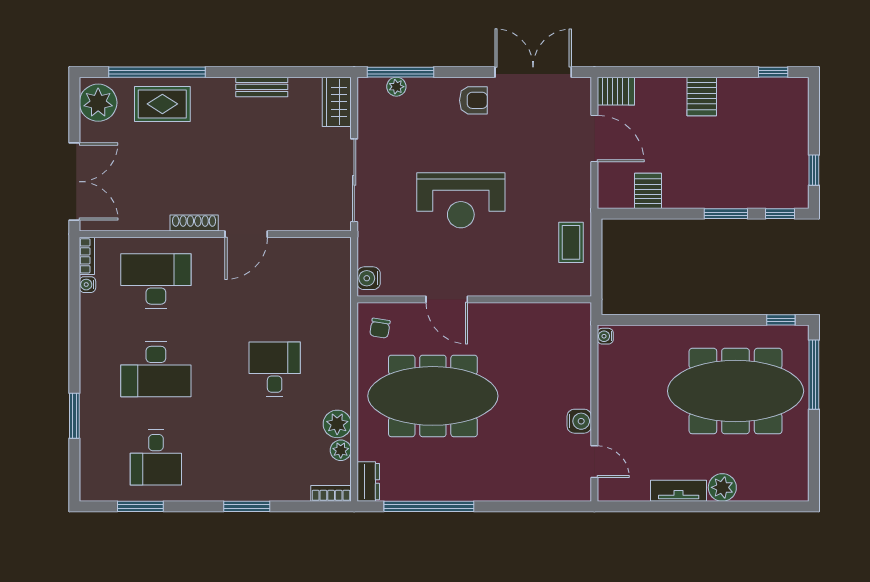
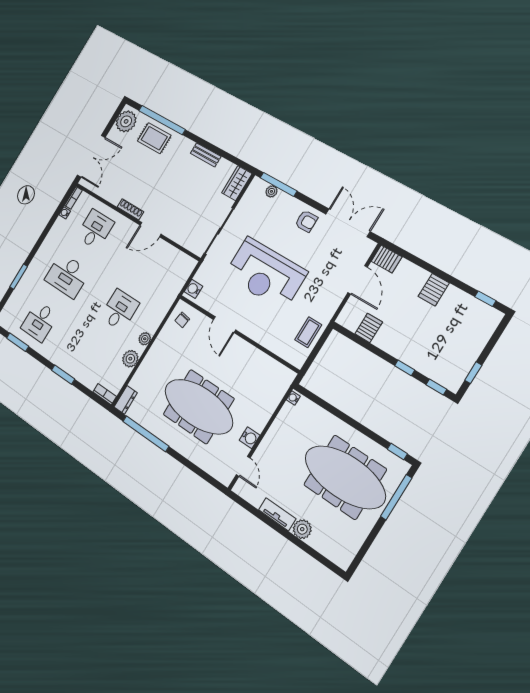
reception desk: (461, 200) -> (265, 274), width x1.36, depth x1.30
window: (726, 214) -> (405, 368), width x0.67
desk: (156, 281) -> (95, 229), width x0.73
meeting table: (433, 396) -> (198, 407), moved
plant: (341, 450) -> (145, 339), moved

